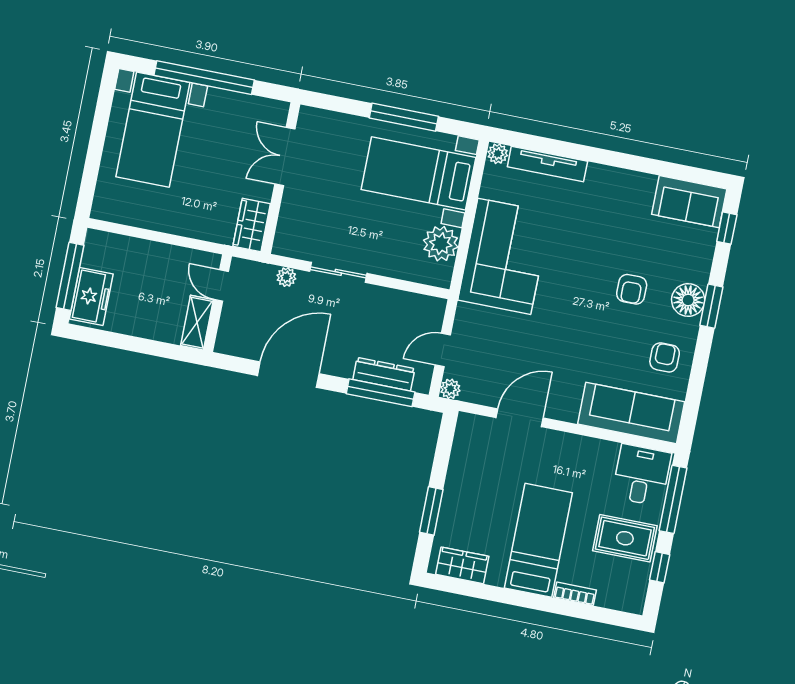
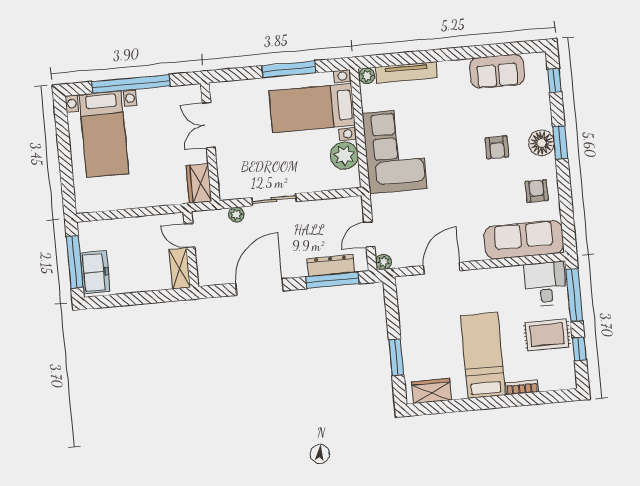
sofa: (689, 202) -> (497, 71), moved

